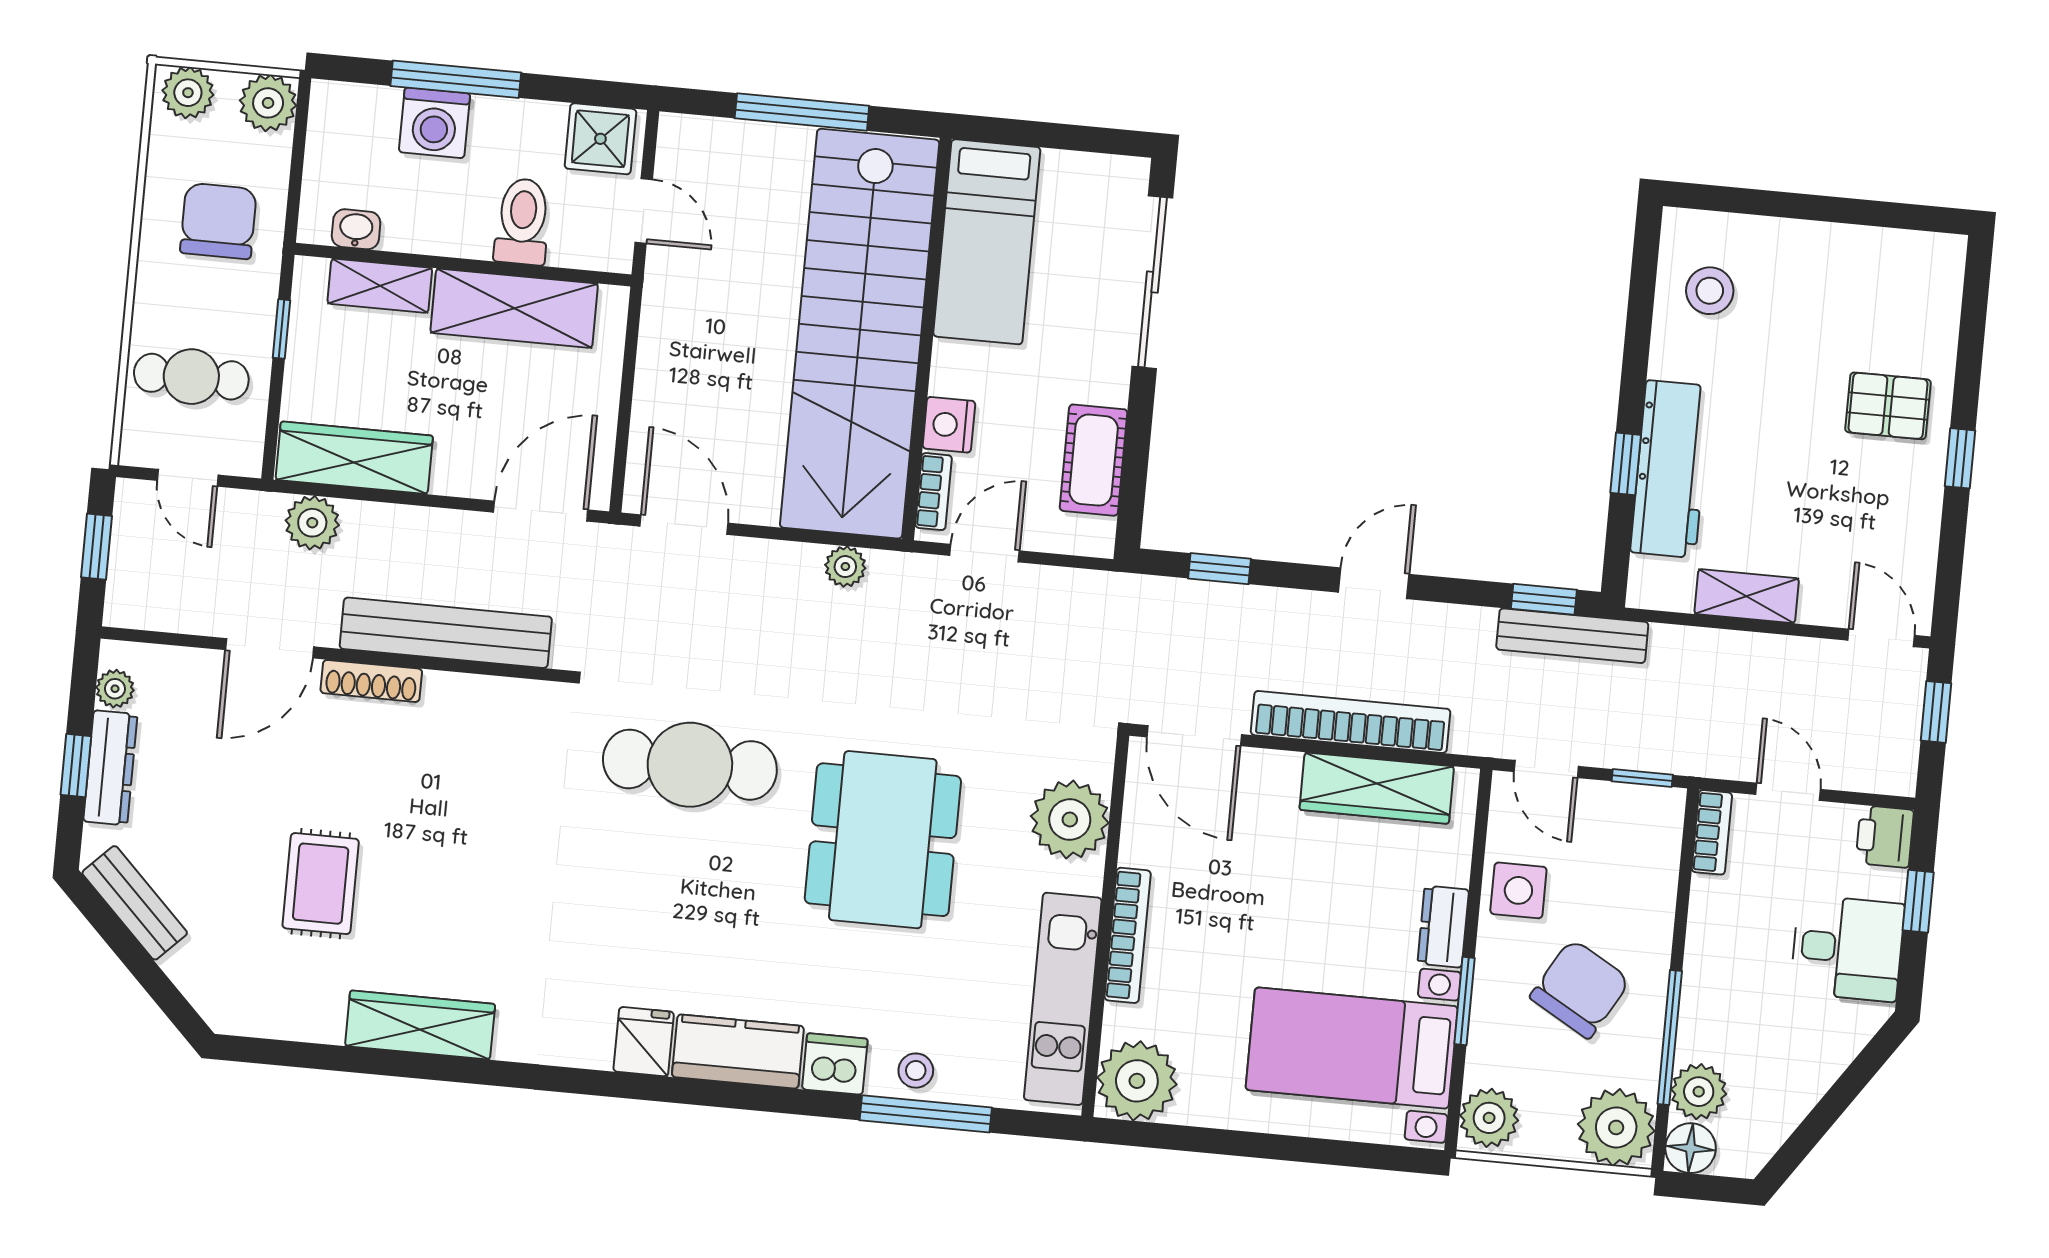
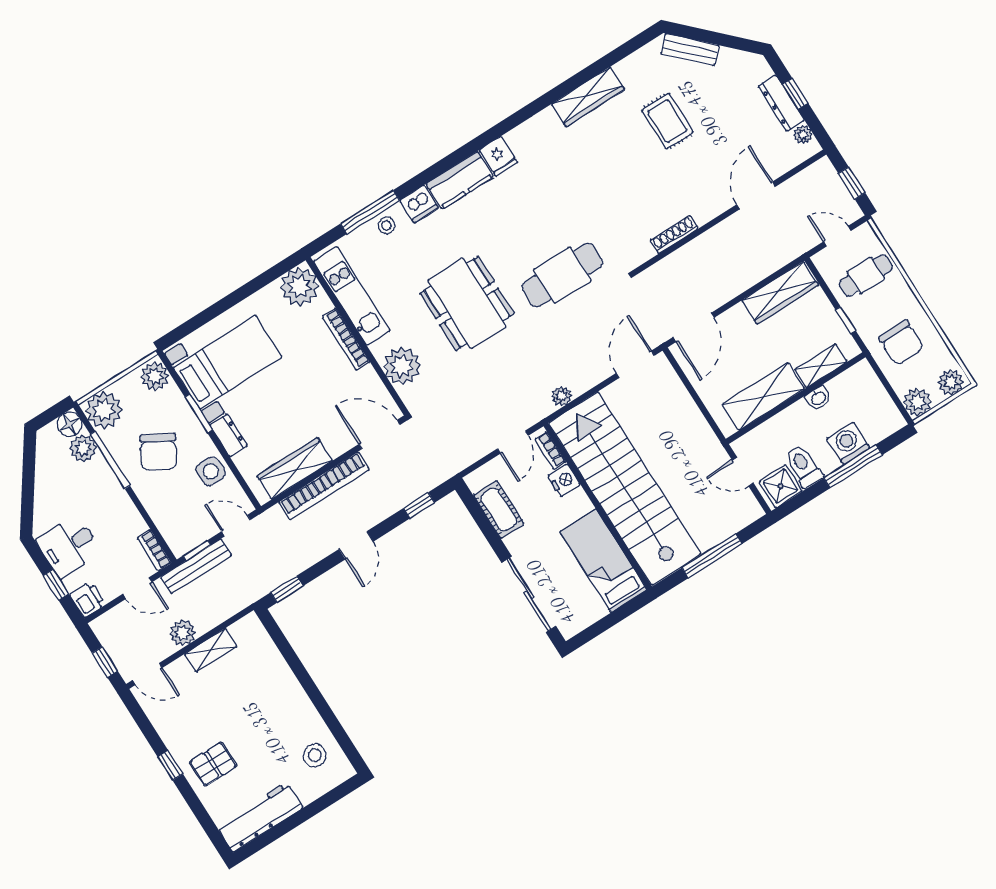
toilet: (522, 222) -> (804, 466), moved, turned 180
washbasin: (356, 229) -> (818, 398), moved
window: (1626, 464) -> (296, 665), removed
workbench: (1671, 469) -> (260, 817), moved, turned 90
plant: (312, 523) -> (182, 633), moved
door: (684, 525) -> (635, 364), swing flipped
bench: (446, 633) -> (694, 253), removed
bench: (1572, 636) -> (196, 566), moved
shoe rack: (371, 681) -> (674, 234), moved
bench: (135, 903) -> (690, 50), moved

